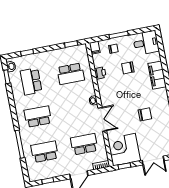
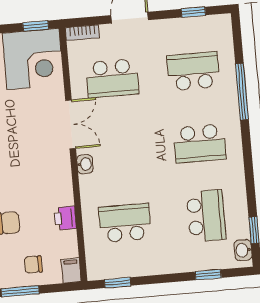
double door: (102, 119) -> (71, 124), swing flipped
school desk: (45, 152) -> (193, 71), turned 180

